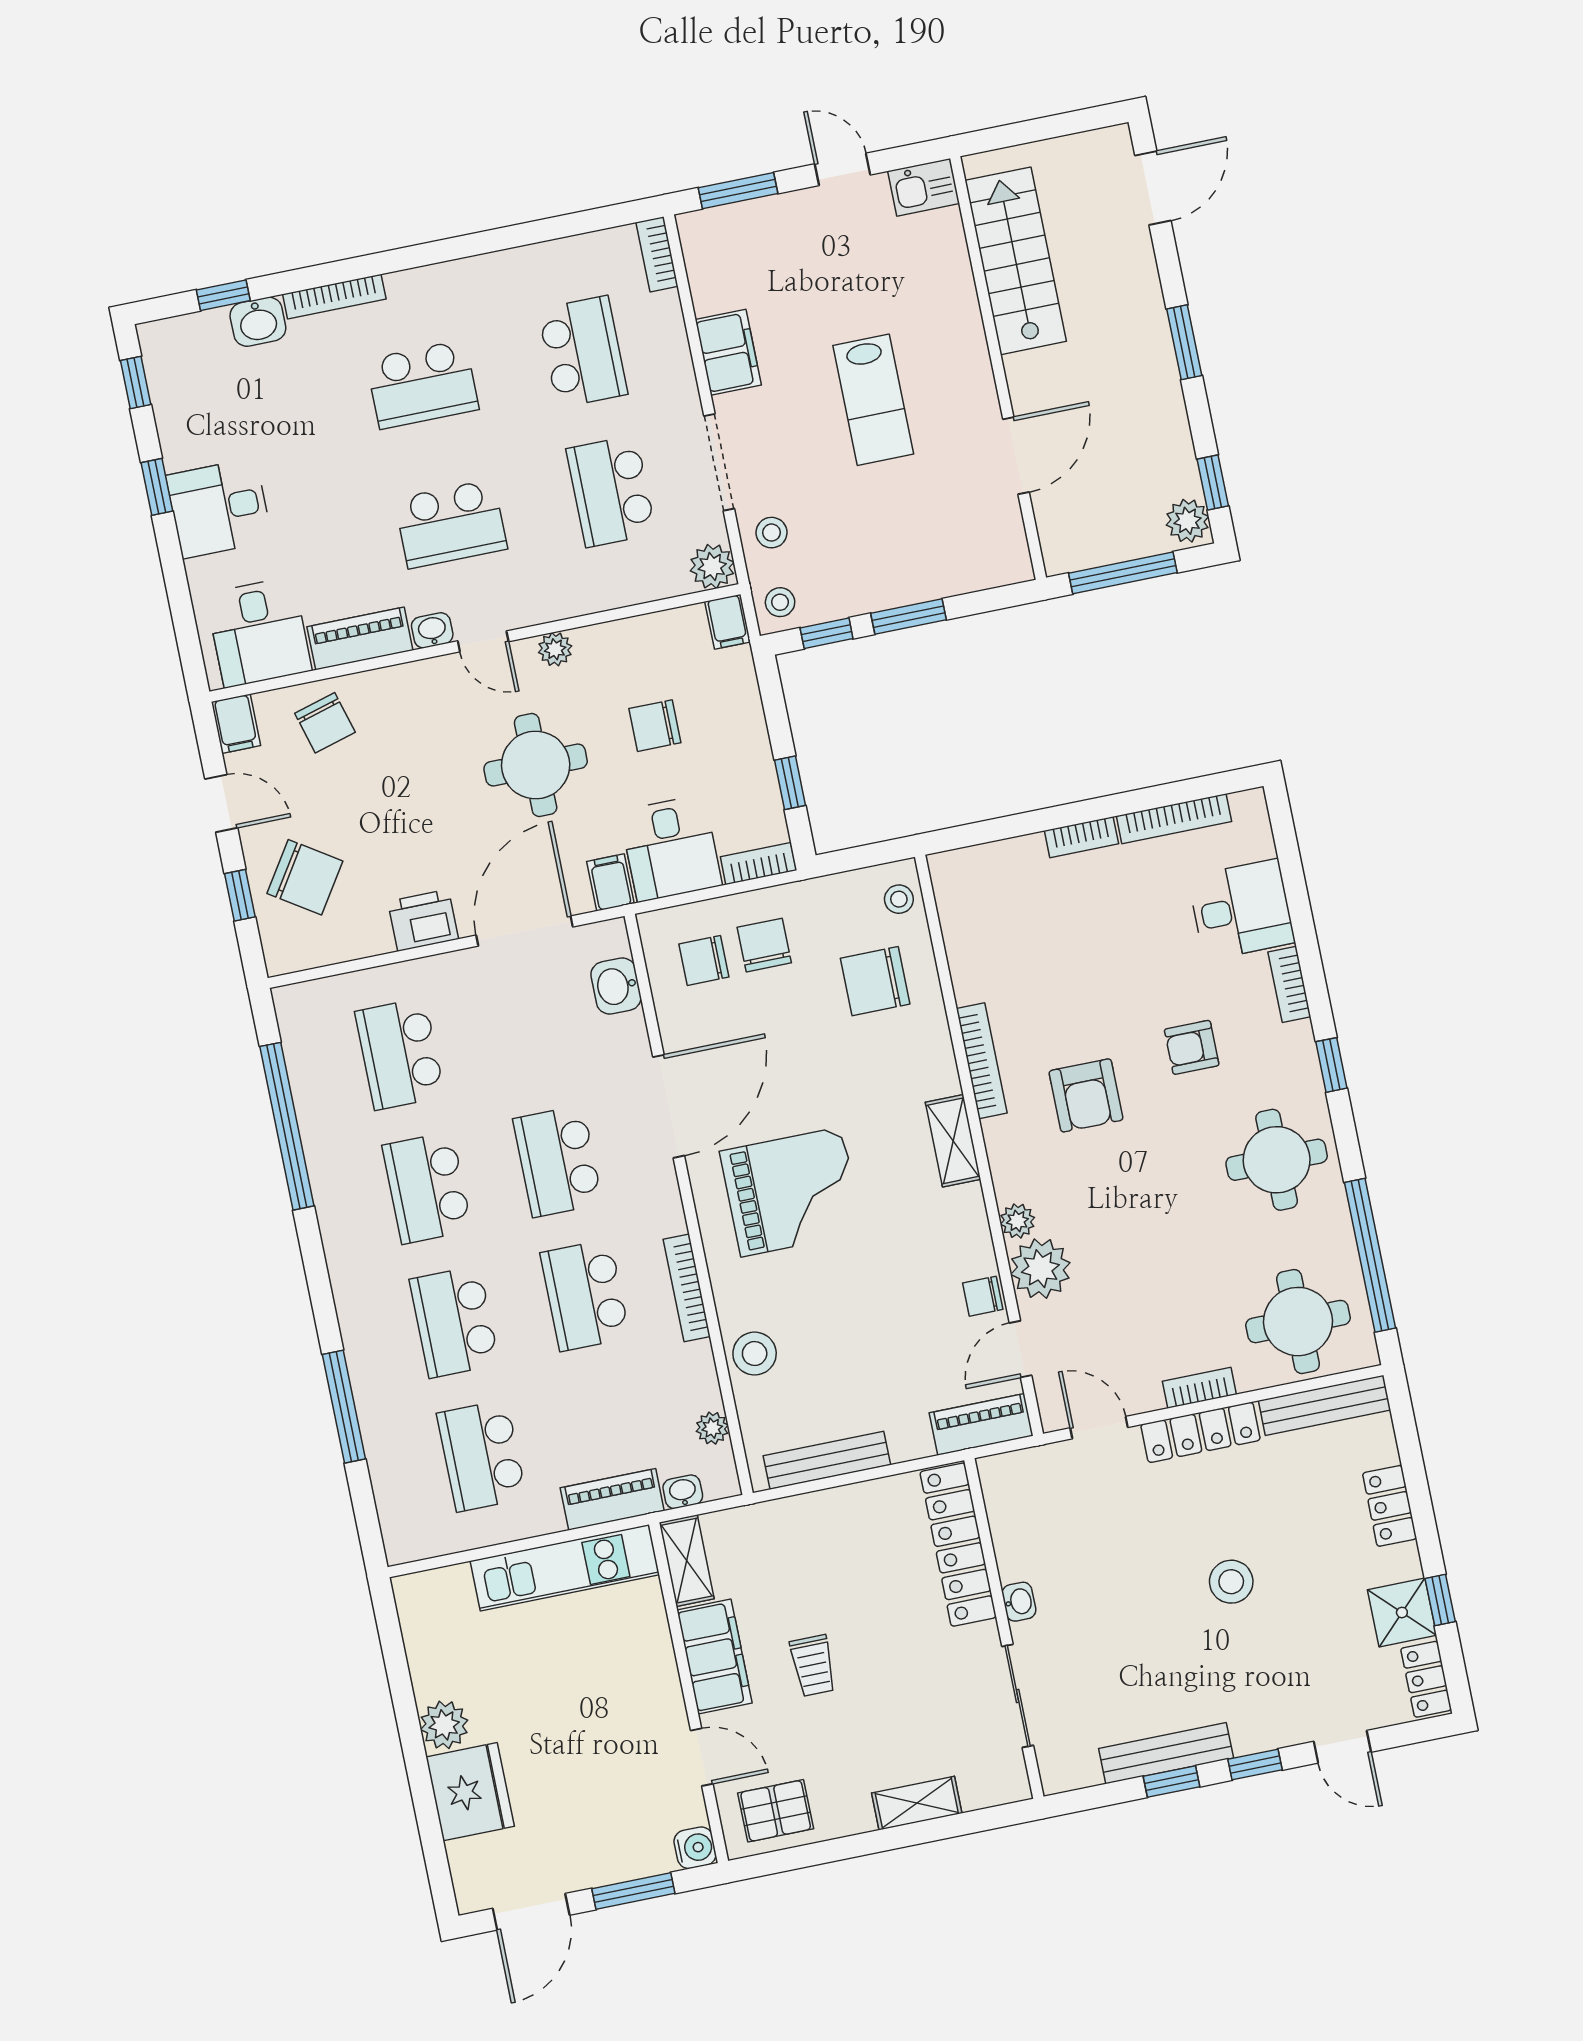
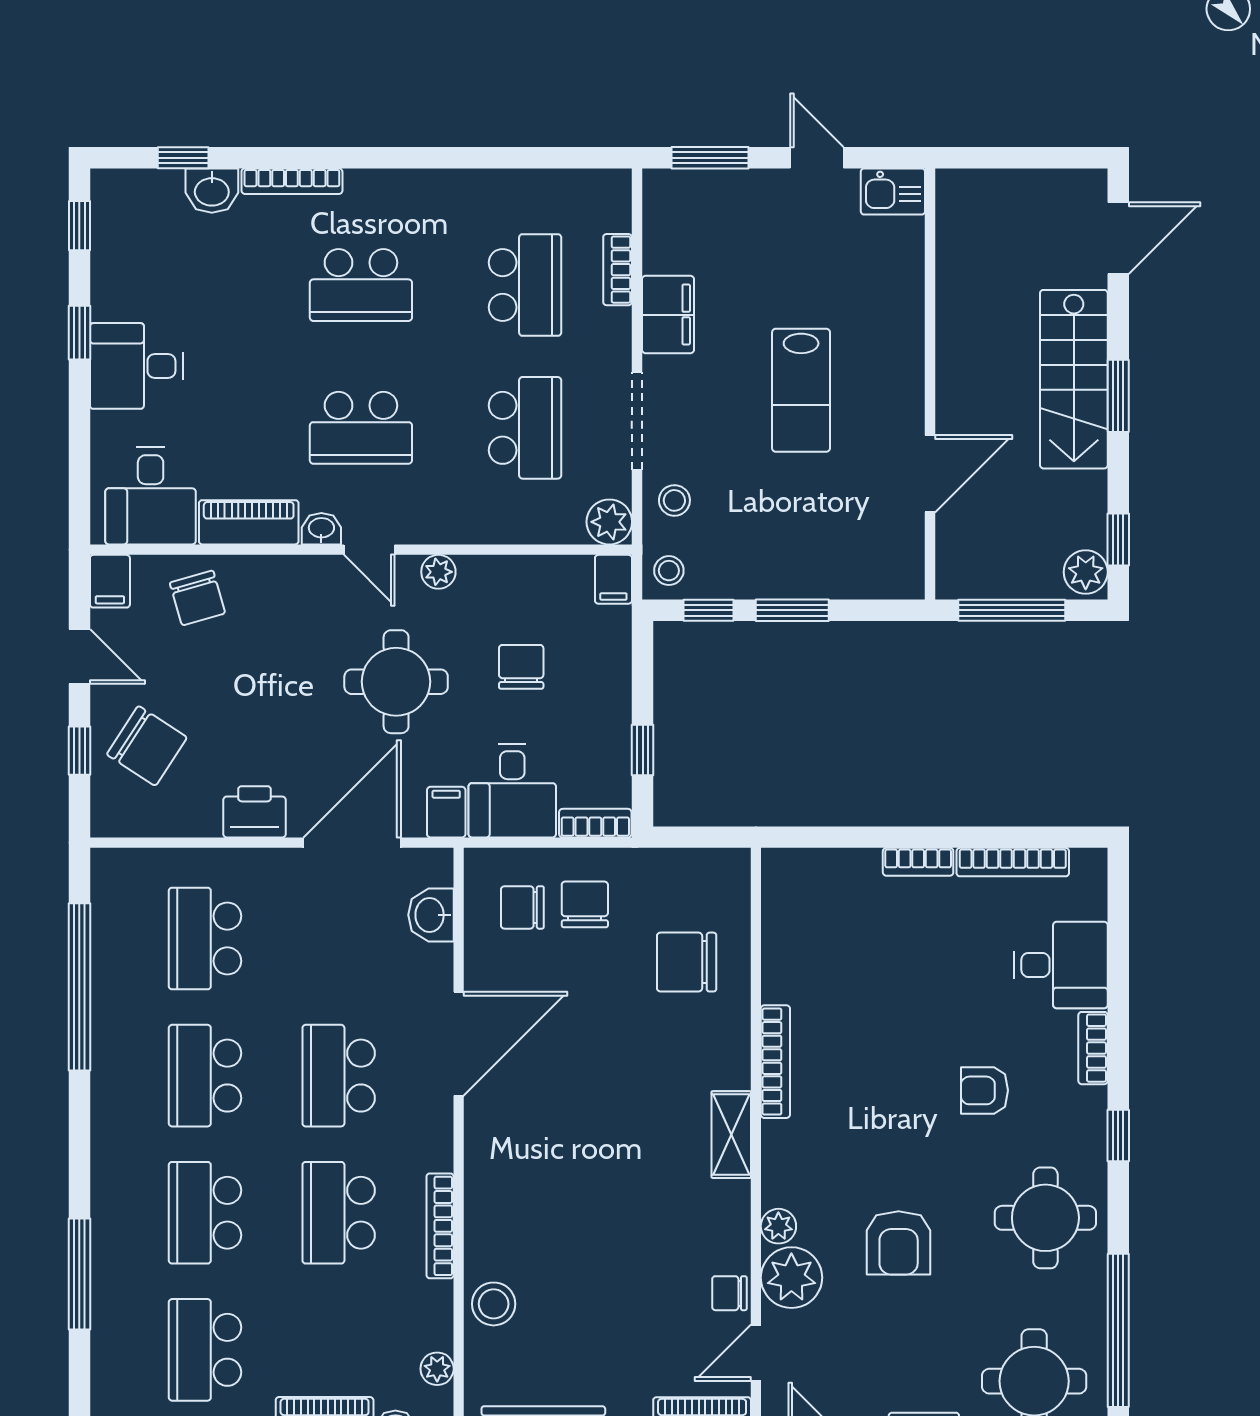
bookcase: (657, 254) -> (618, 270), moved
stairs: (1016, 261) -> (1074, 379), moved, turned 180
school desk: (611, 491) -> (525, 428), turned 180
chair: (655, 726) -> (521, 667), turned 90
stool: (899, 899) -> (726, 886), removed
armchair: (1086, 1095) -> (899, 1243), moved
grand piano: (791, 1192) -> (562, 1152), removed

